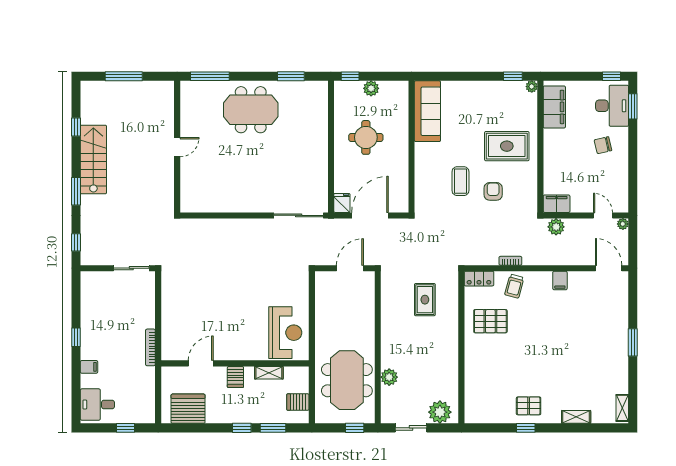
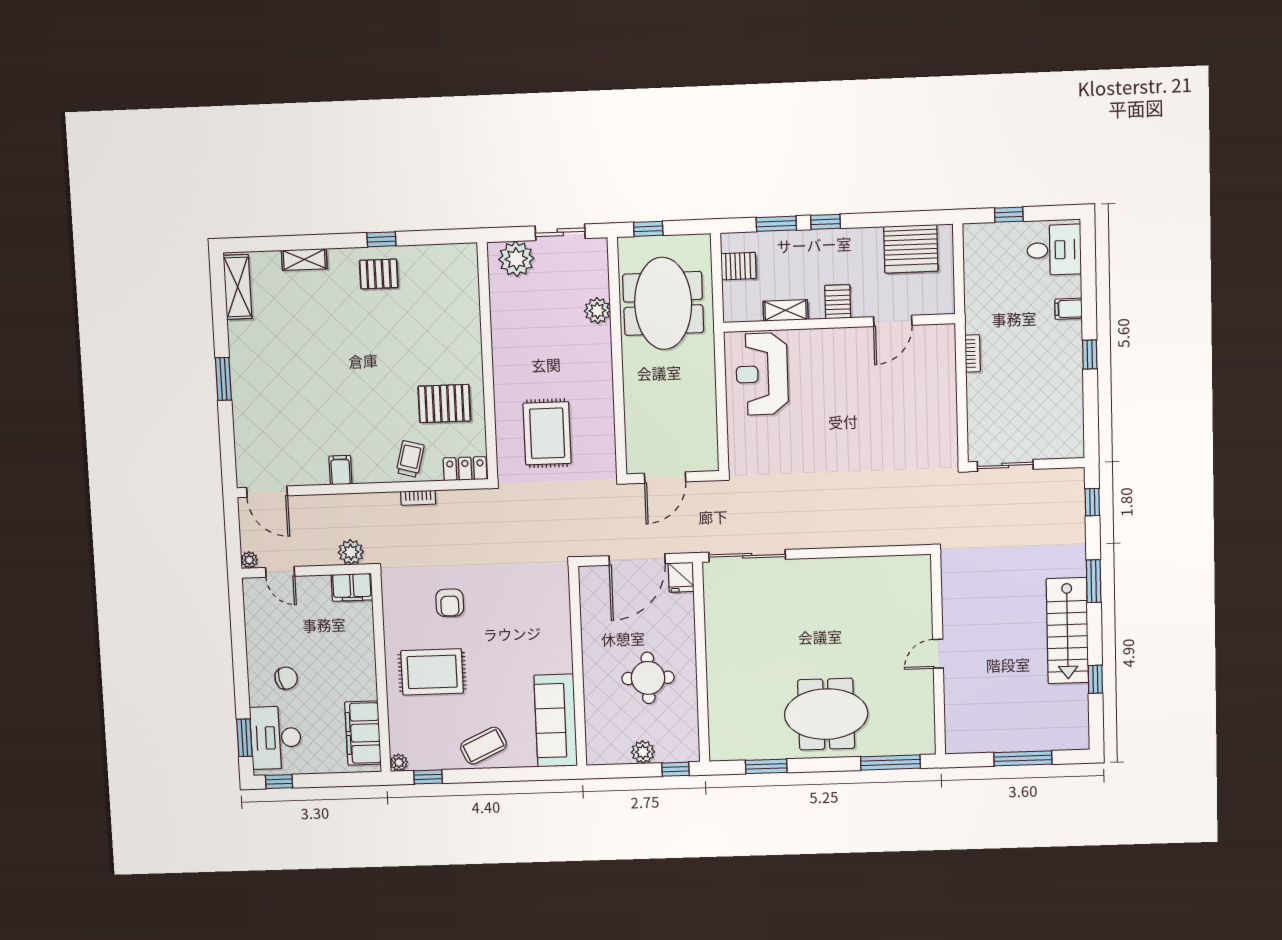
coffee table: (460, 181) -> (483, 746), moved, turned 65
rug: (425, 300) -> (547, 433), width x1.36, depth x1.43
bookcase: (150, 347) -> (973, 353), width x0.64
shelving: (622, 408) -> (238, 287), width x1.50, depth x1.33

